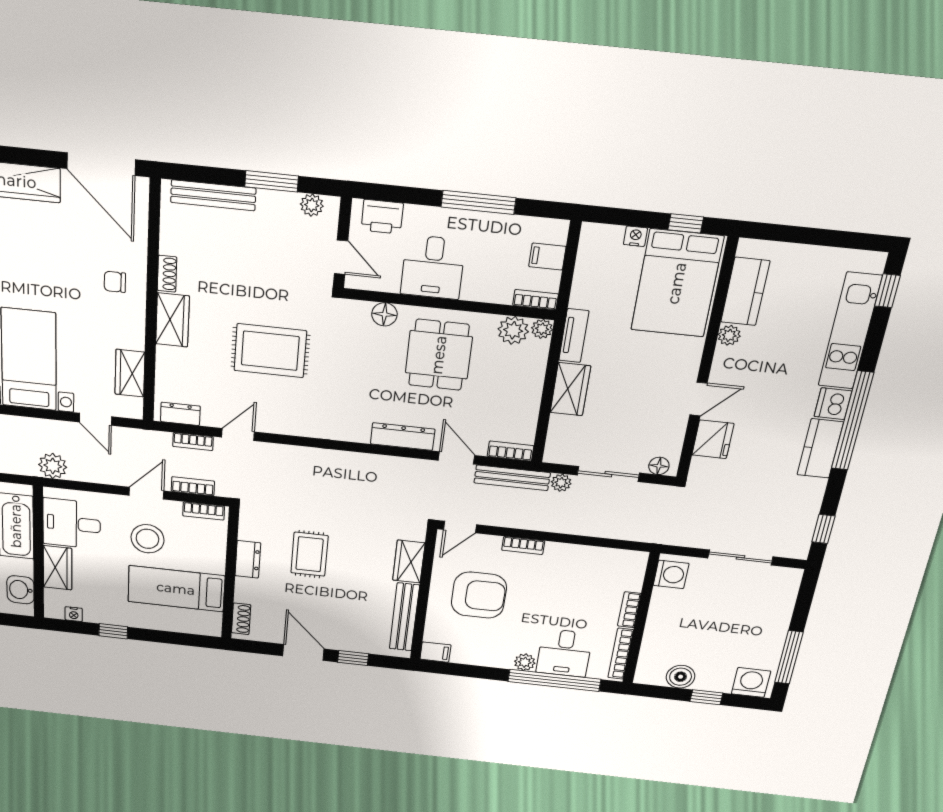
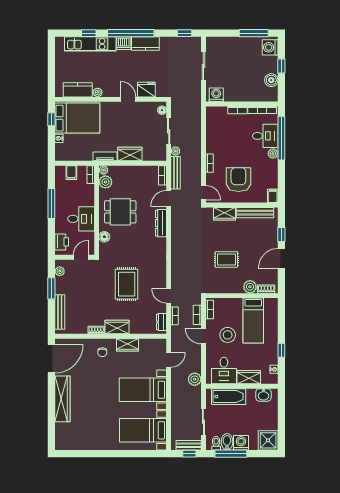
window: (887, 291) -> (89, 33), moved
wardrobe: (130, 373) -> (128, 345), moved
dresser: (248, 559) -> (233, 288), removed
plant: (248, 591) -> (250, 287), added

